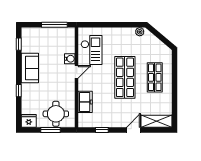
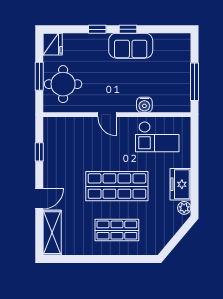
window: (19, 44) -> (128, 29), moved
door: (77, 72) -> (107, 115), moved
freezer: (85, 102) -> (180, 184), moved, turned 90
door: (133, 130) -> (39, 199), hinge flipped

